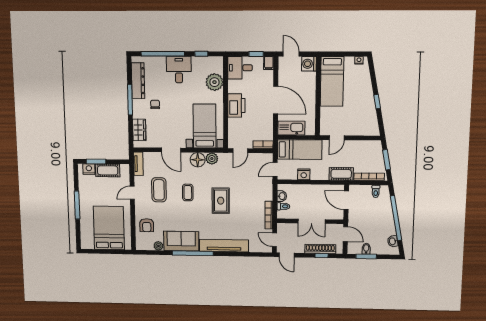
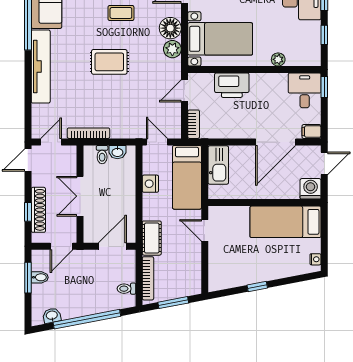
window: (256, 54) -> (324, 87), moved
plant: (214, 82) -> (278, 59), width x0.53, depth x0.53
door: (276, 100) -> (276, 142), moved
printer: (236, 105) -> (232, 85), moved
door: (240, 151) -> (185, 91), hinge flipped

